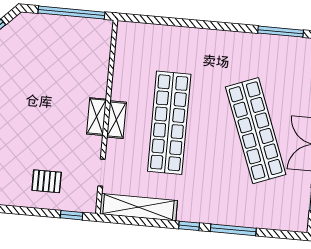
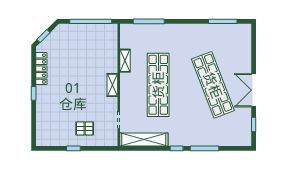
window: (163, 21) -> (149, 21), added
shelving: (116, 120) -> (125, 61), moved
window: (72, 215) -> (73, 148), moved

